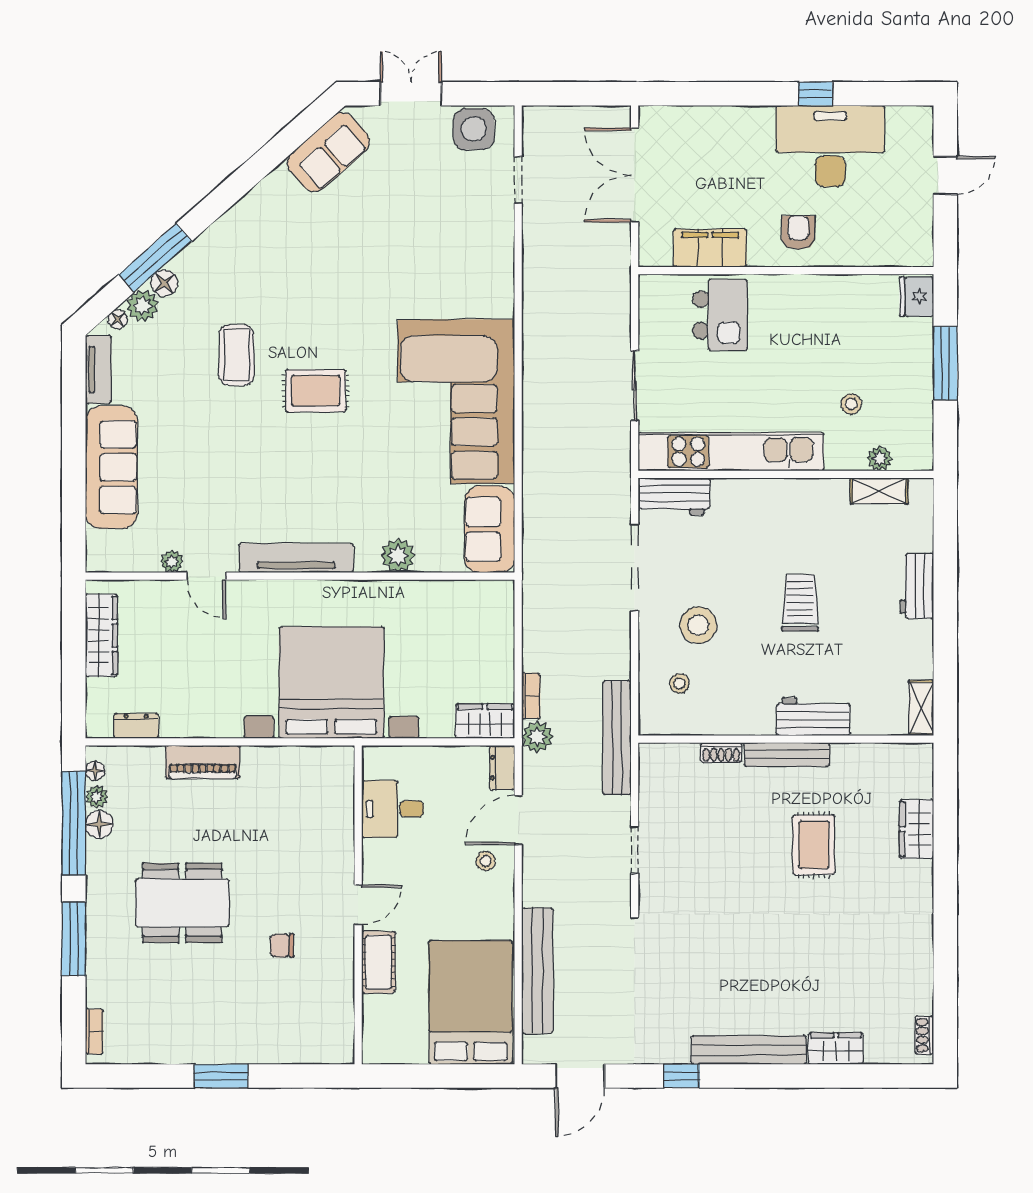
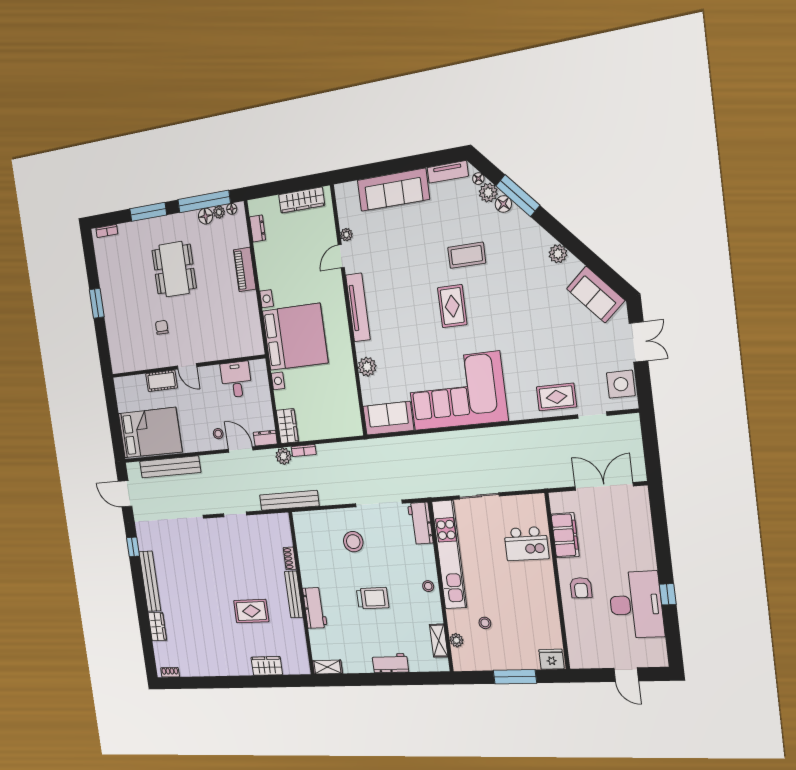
plant: (256, 204) -> (558, 254), added
armchair: (798, 233) -> (581, 588), turned 90
rug: (483, 235) -> (556, 397), added
stool: (679, 683) -> (428, 586), moved

